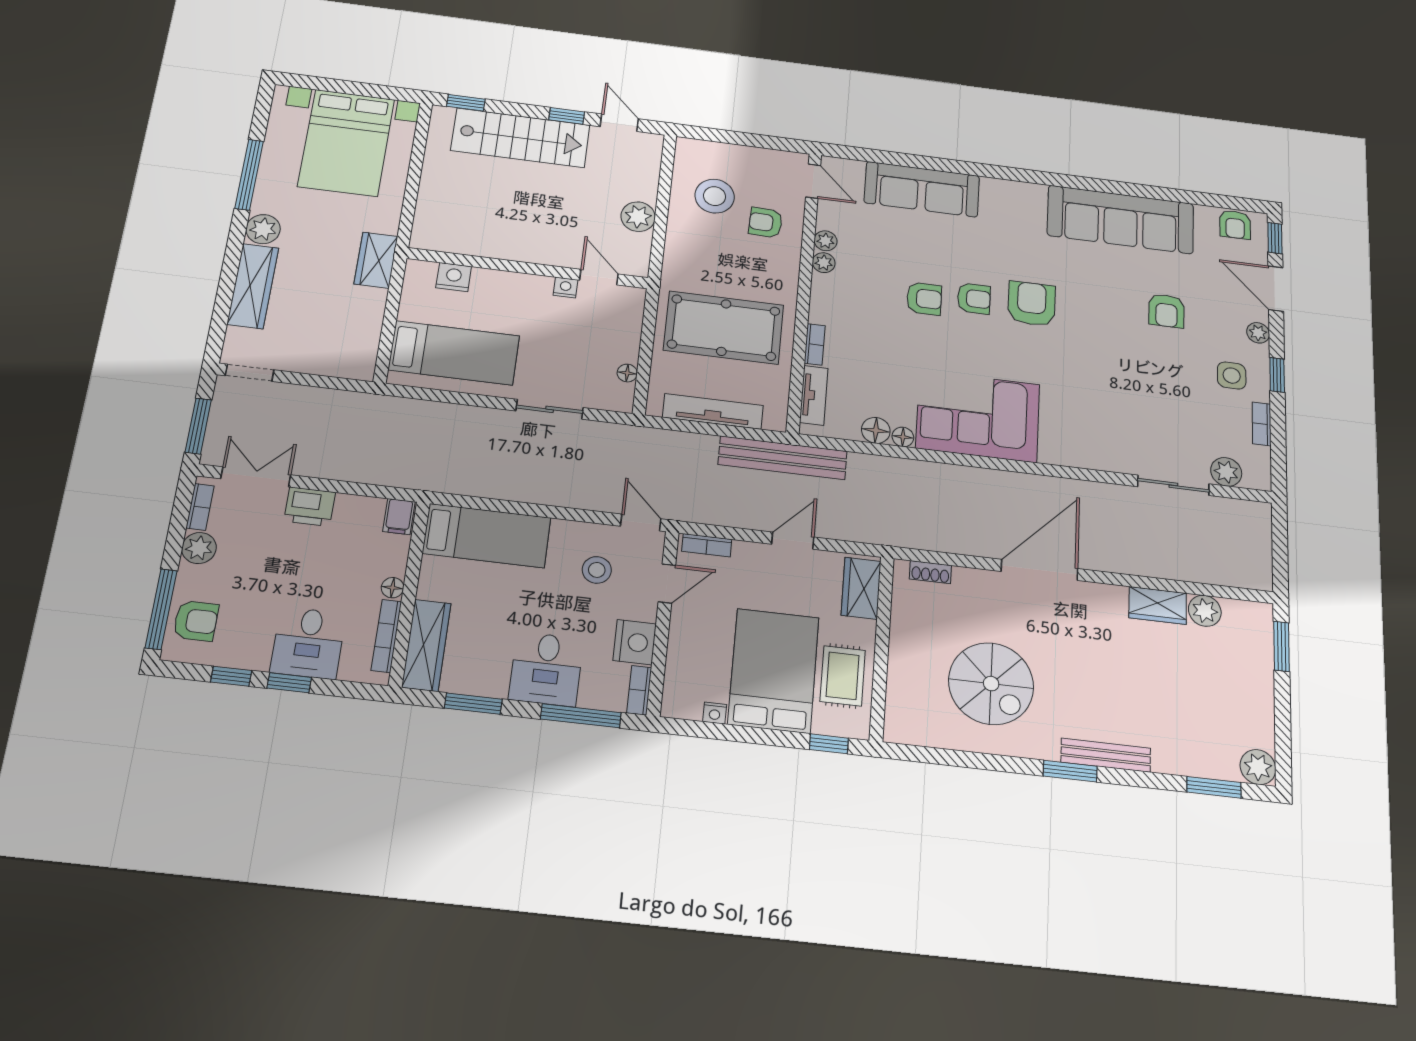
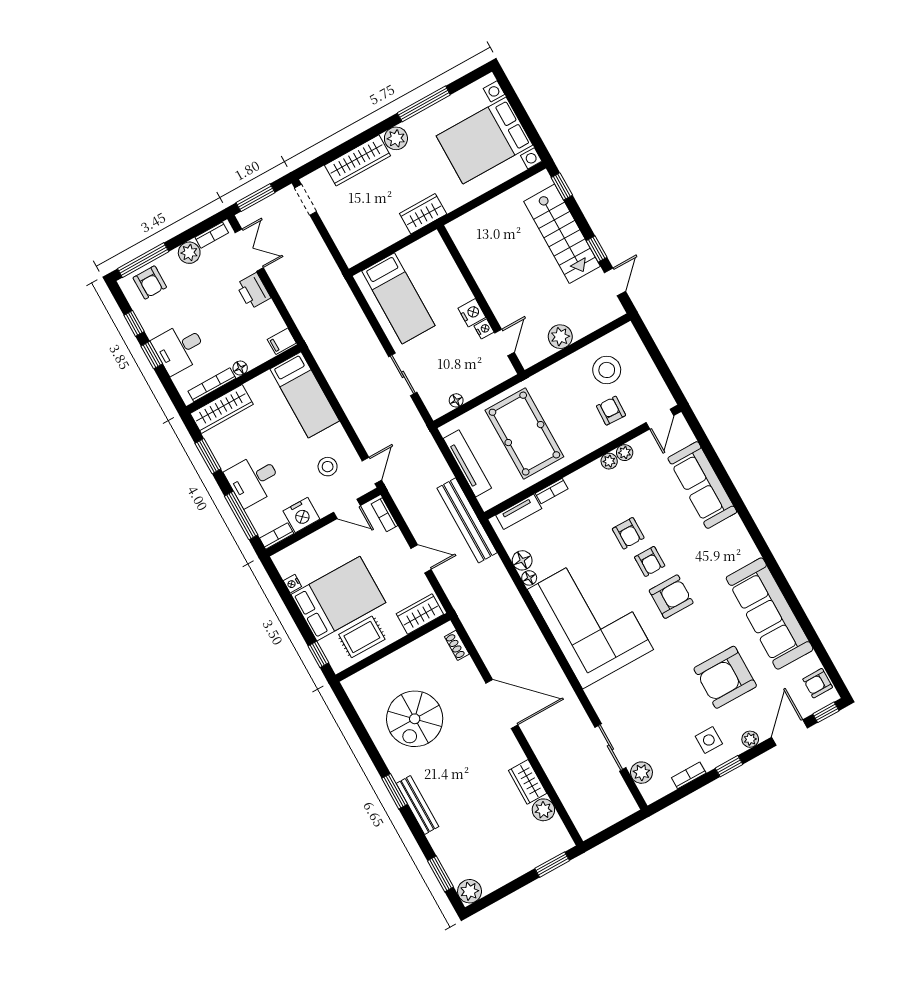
nightstand: (454, 277) -> (472, 313), moved
armchair: (1166, 311) -> (725, 677), width x1.88, depth x1.88
corner sofa: (978, 416) -> (590, 619), width x1.36, depth x1.36

